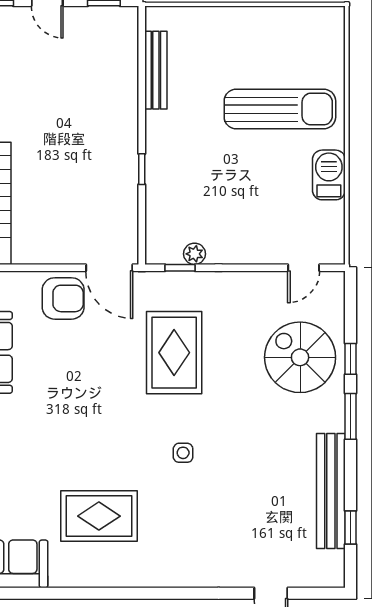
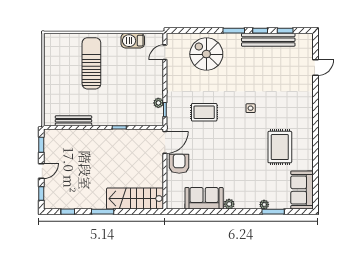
barbecue: (329, 175) -> (133, 41), moved
door: (304, 268) -> (165, 52), swing flipped
rug: (174, 353) -> (204, 112), width x0.73, depth x0.70
spiral stairs: (300, 357) -> (206, 54), turned 90
window: (351, 359) -> (260, 31), moved

